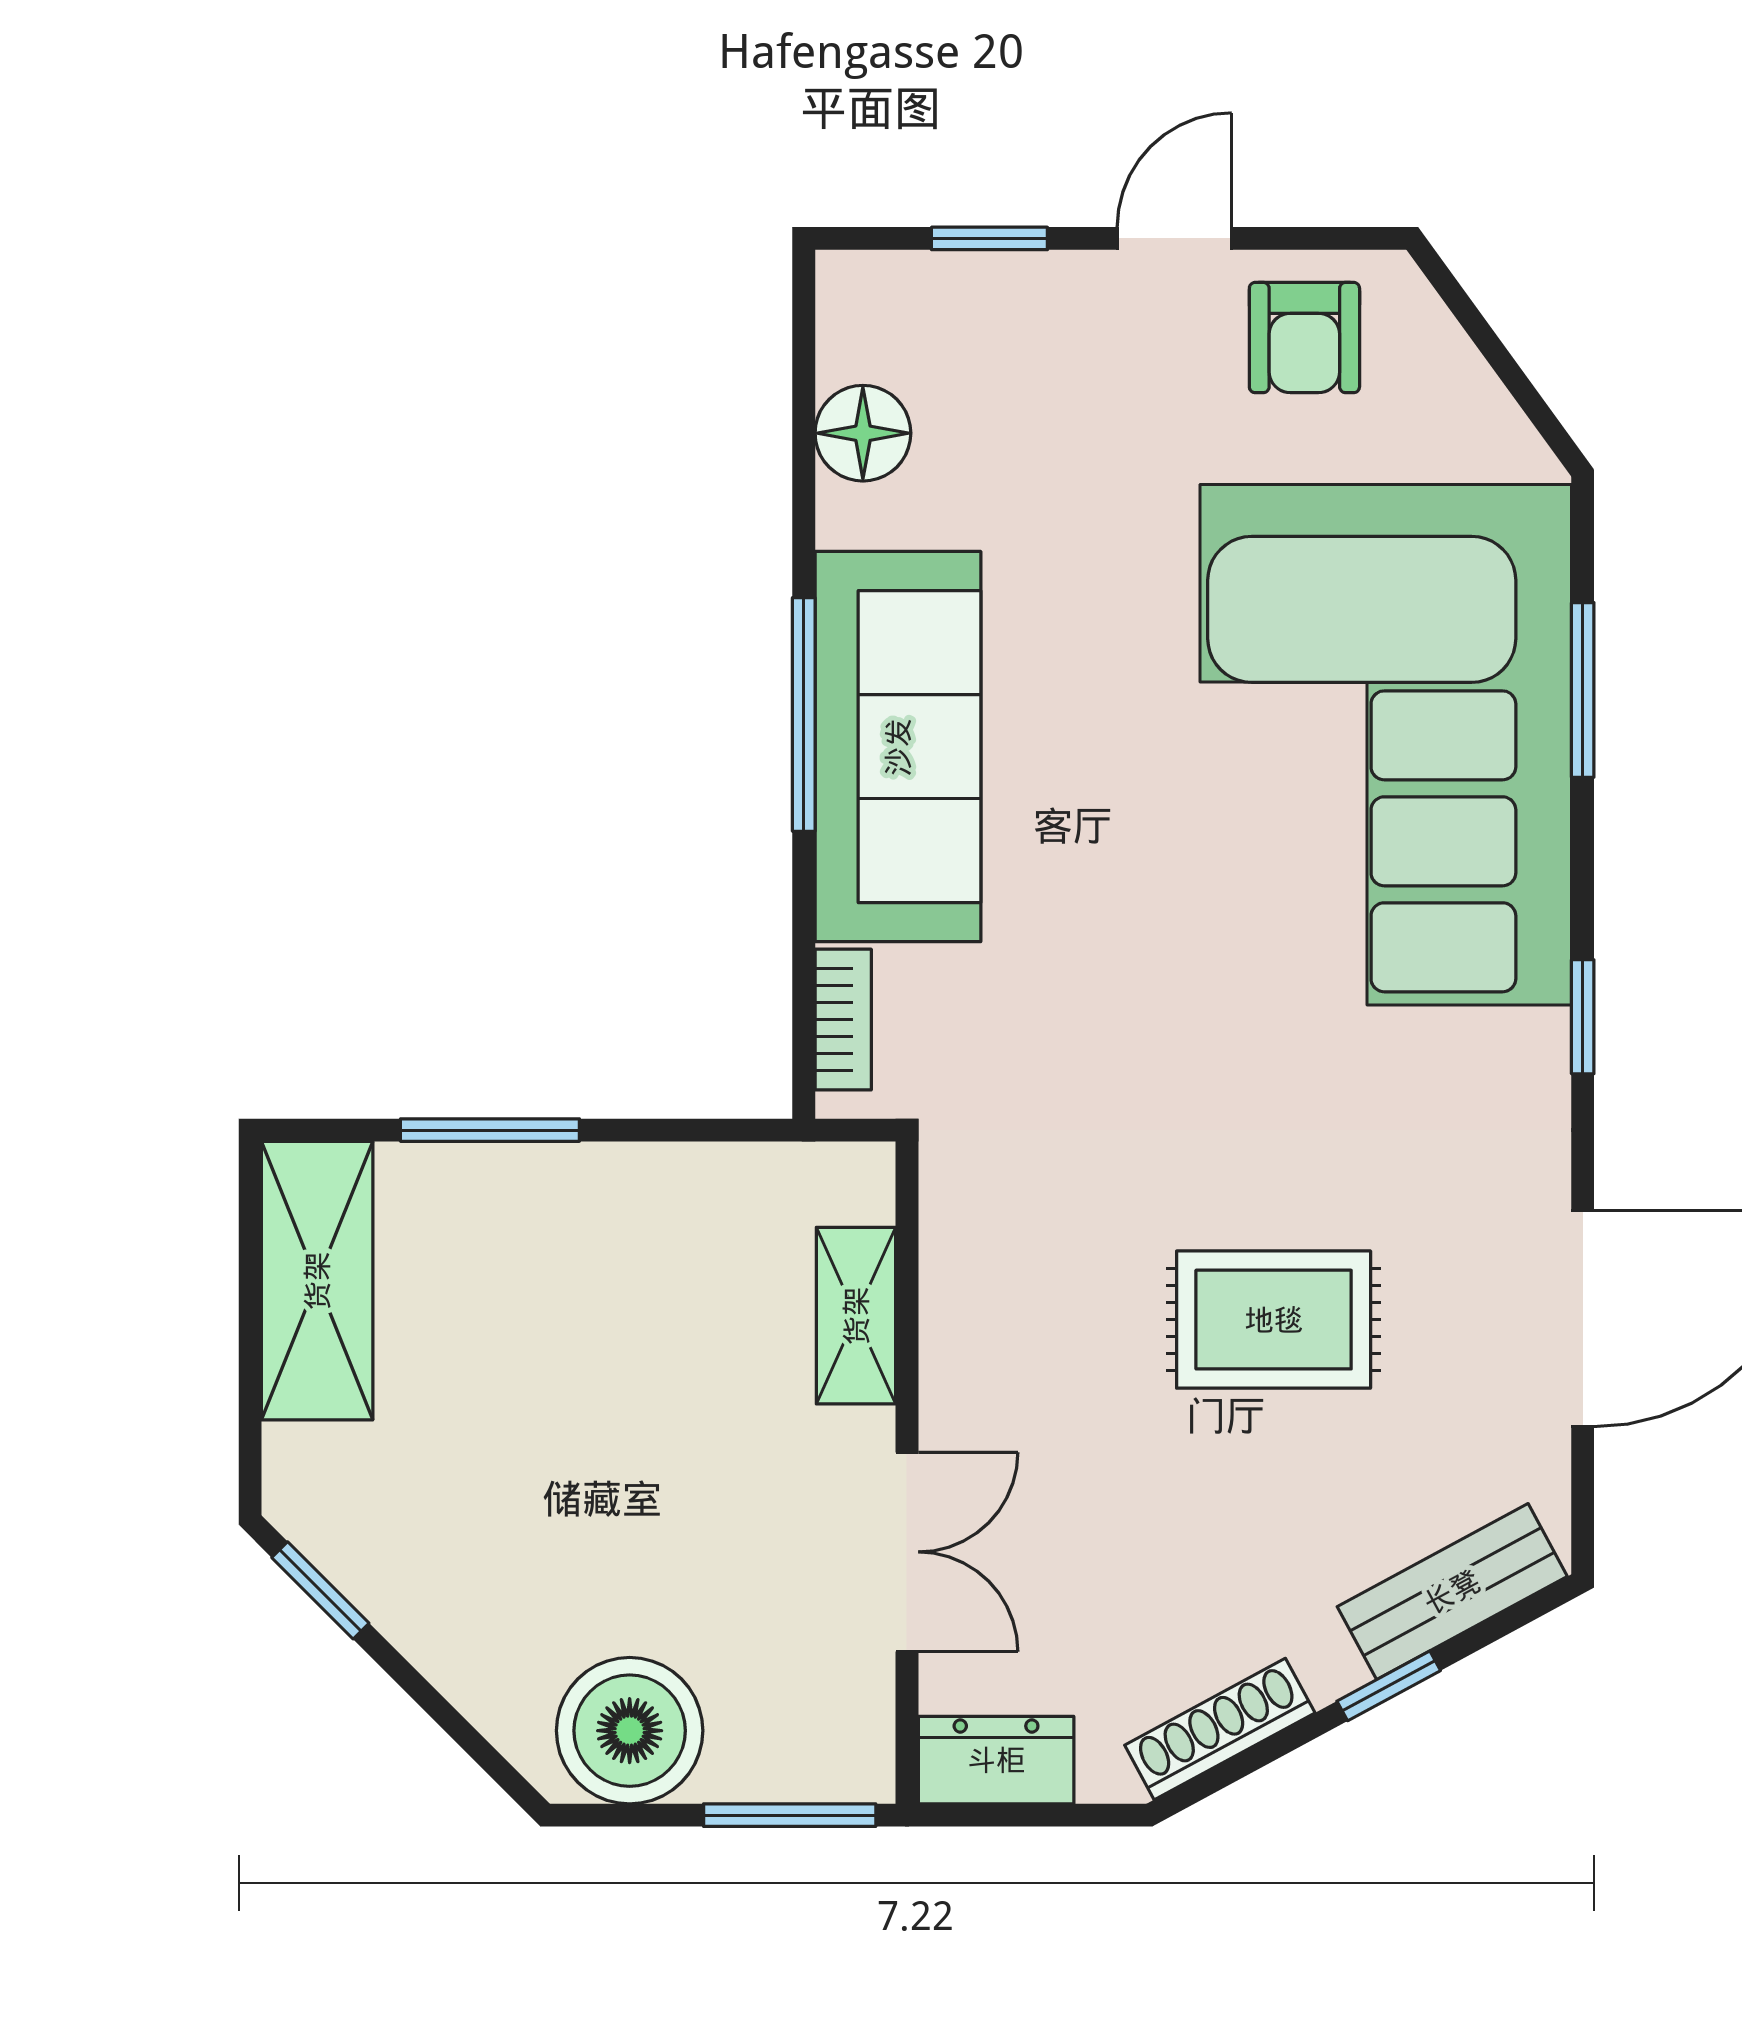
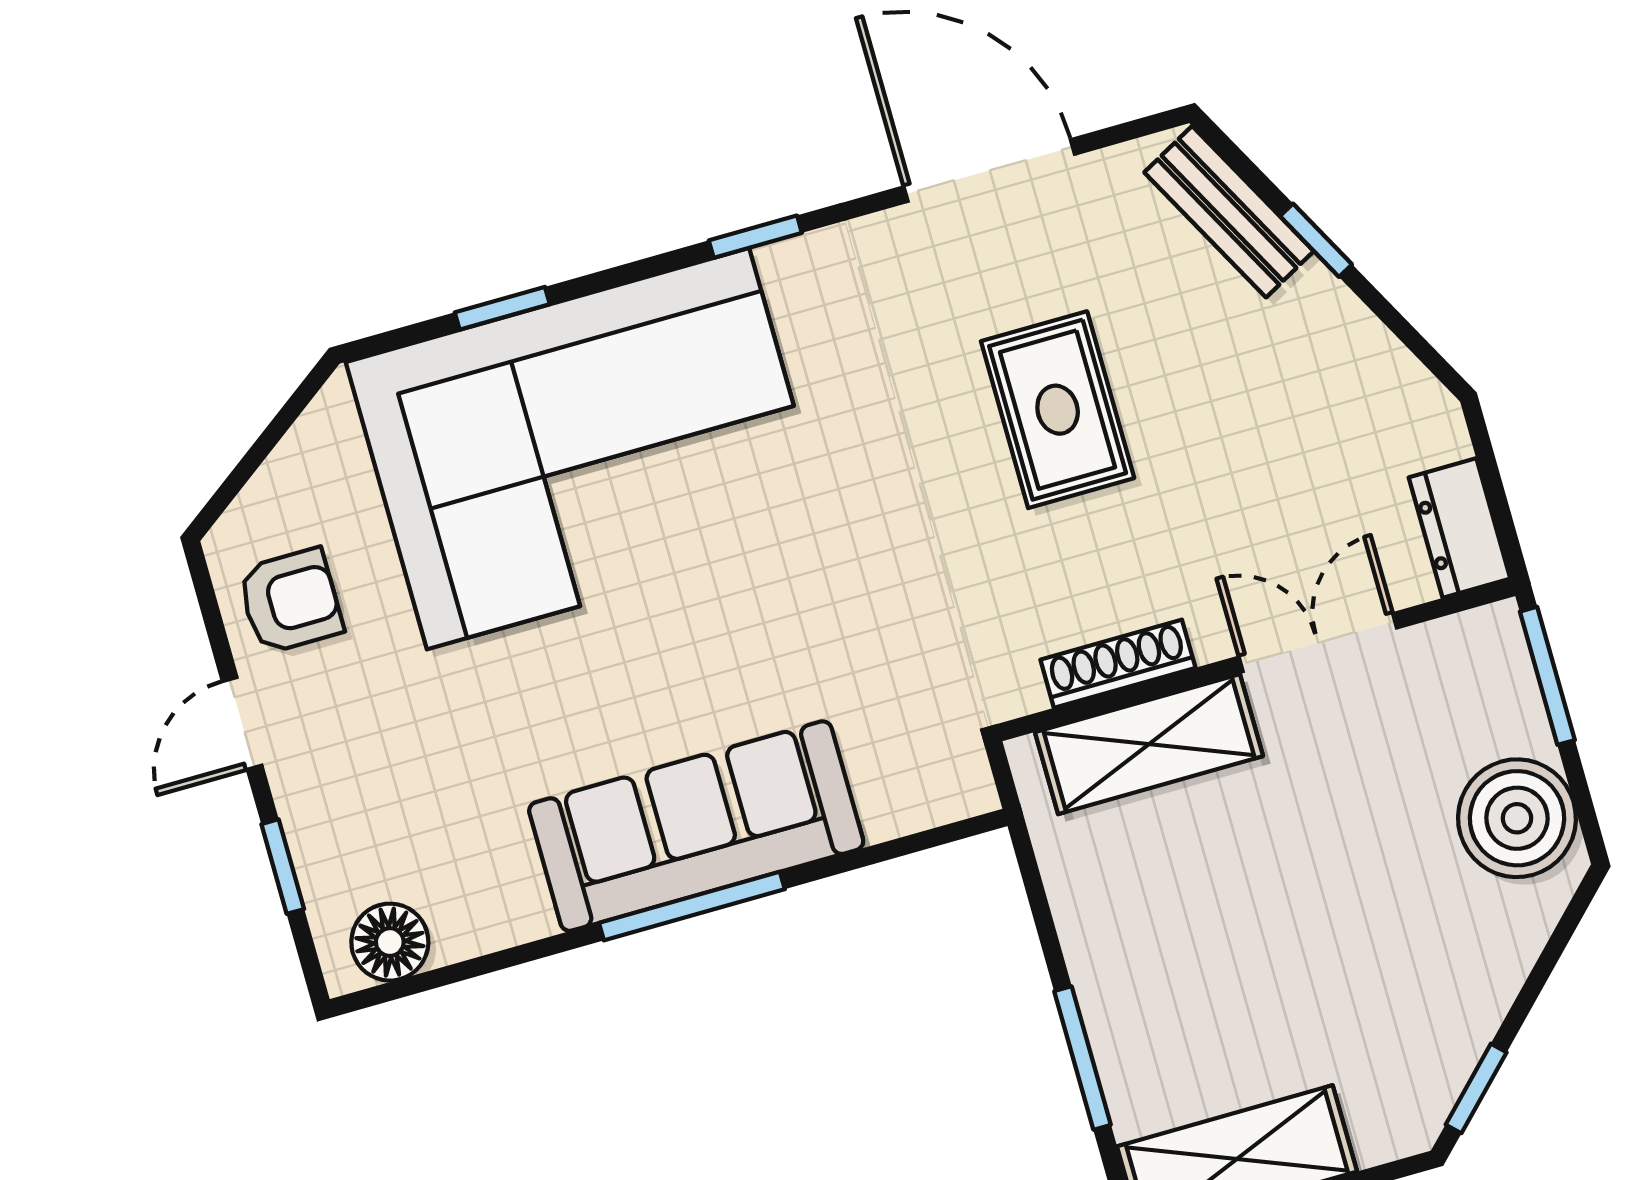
door: (1174, 238) -> (242, 723), hinge flipped
floor lamp: (863, 433) -> (390, 942), moved
window: (1583, 690) -> (502, 308), width x0.67
bookcase: (843, 1020) -> (920, 809), removed
shelving: (856, 1316) -> (1149, 744), width x1.50, depth x1.33
shoe rack: (1220, 1729) -> (1118, 664), moved, turned 118

